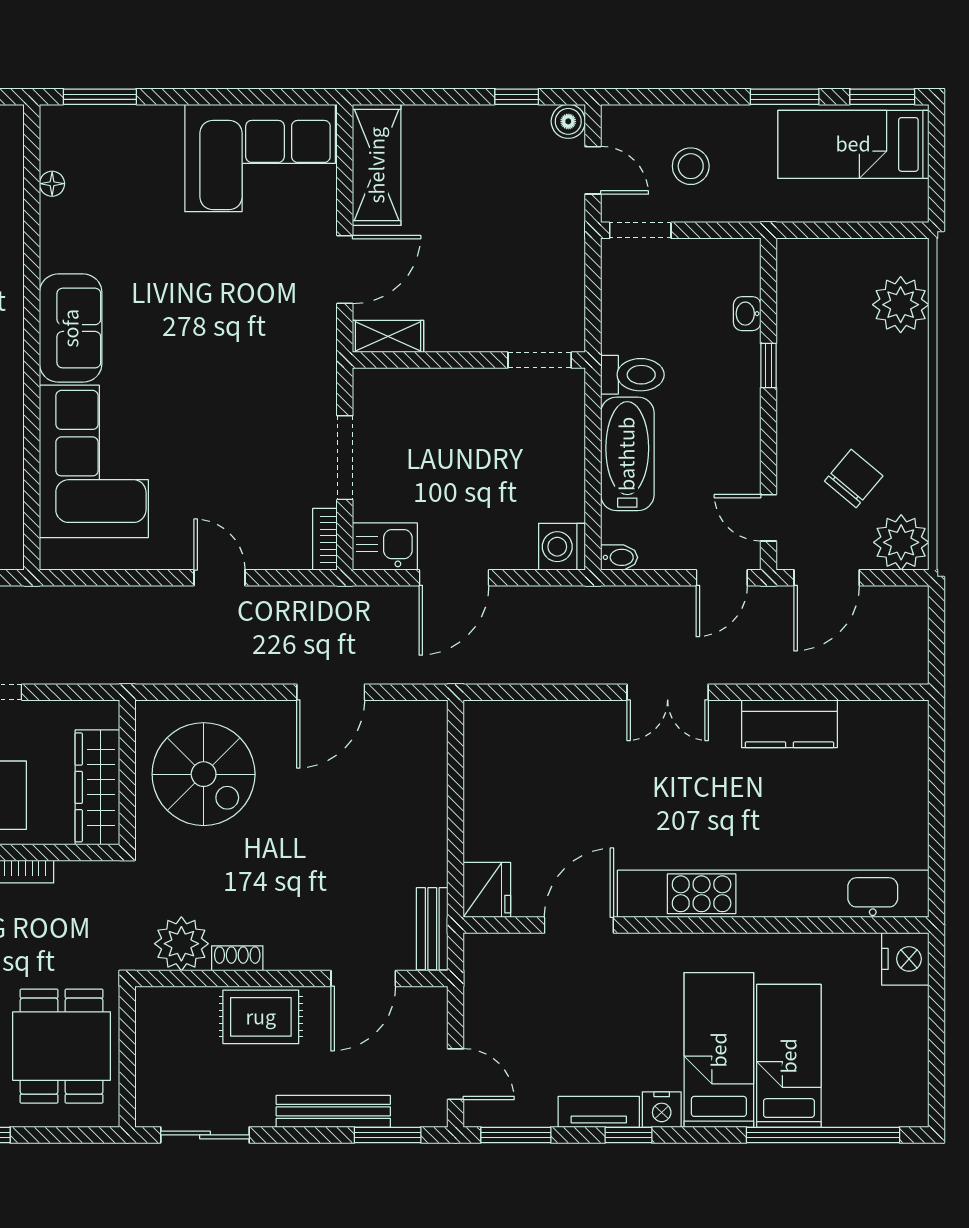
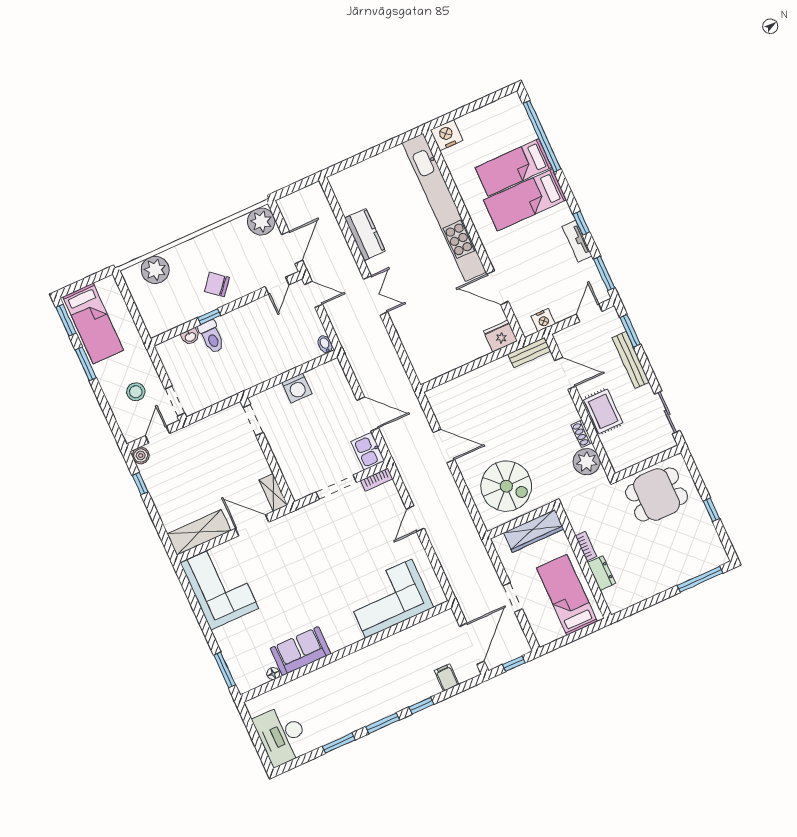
sofa: (71, 328) -> (301, 651), moved
toilet: (632, 375) -> (211, 337), moved, turned 180
bathtub: (627, 454) -> (277, 362), removed
chair: (854, 478) -> (217, 284), moved
washing machine: (562, 547) -> (297, 388), moved
door: (827, 578) -> (292, 248), hinge flipped
spiral stairs: (204, 774) -> (506, 486), turned 90
nightstand: (662, 1110) -> (543, 320), moved, turned 90

